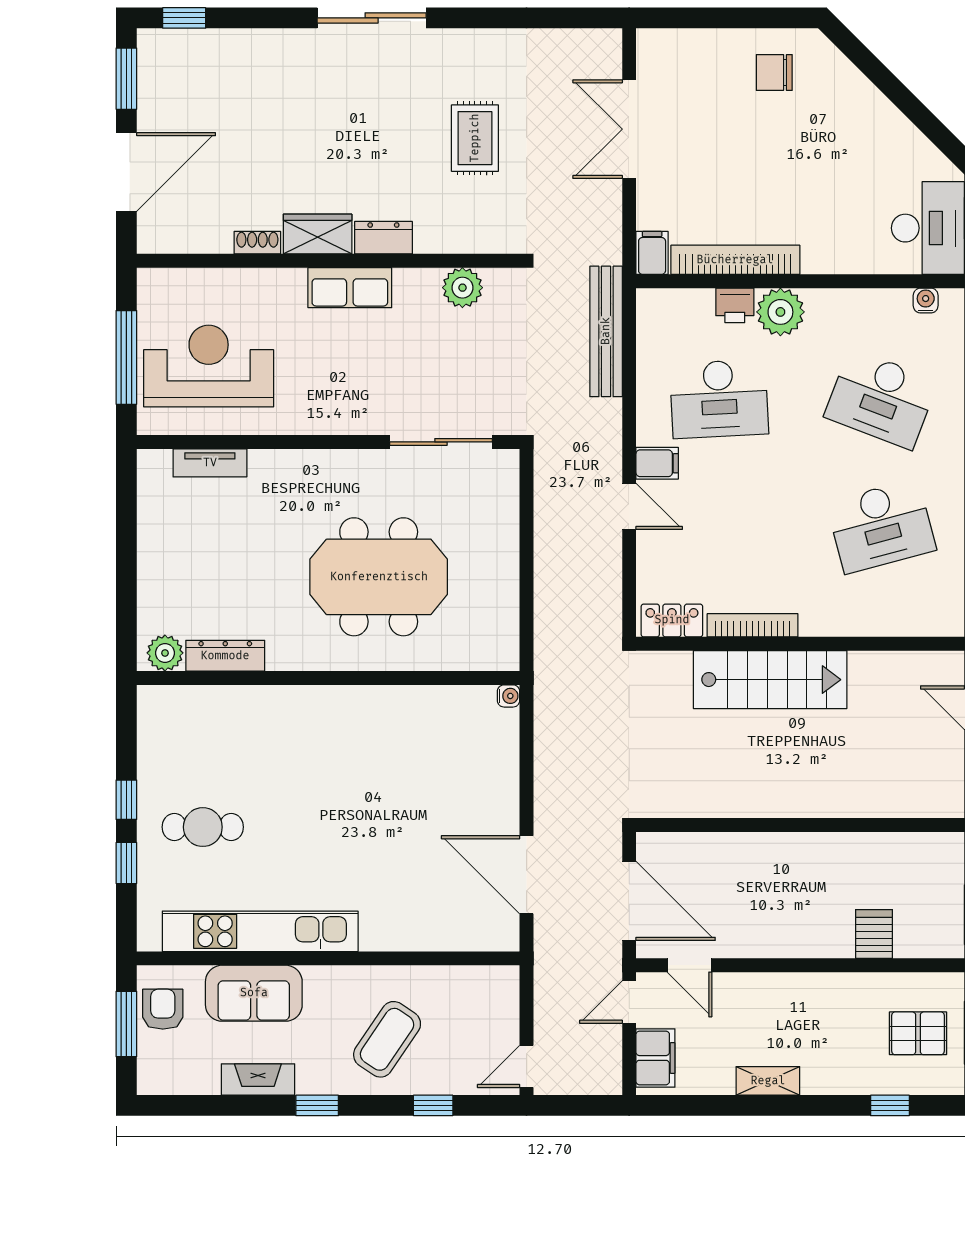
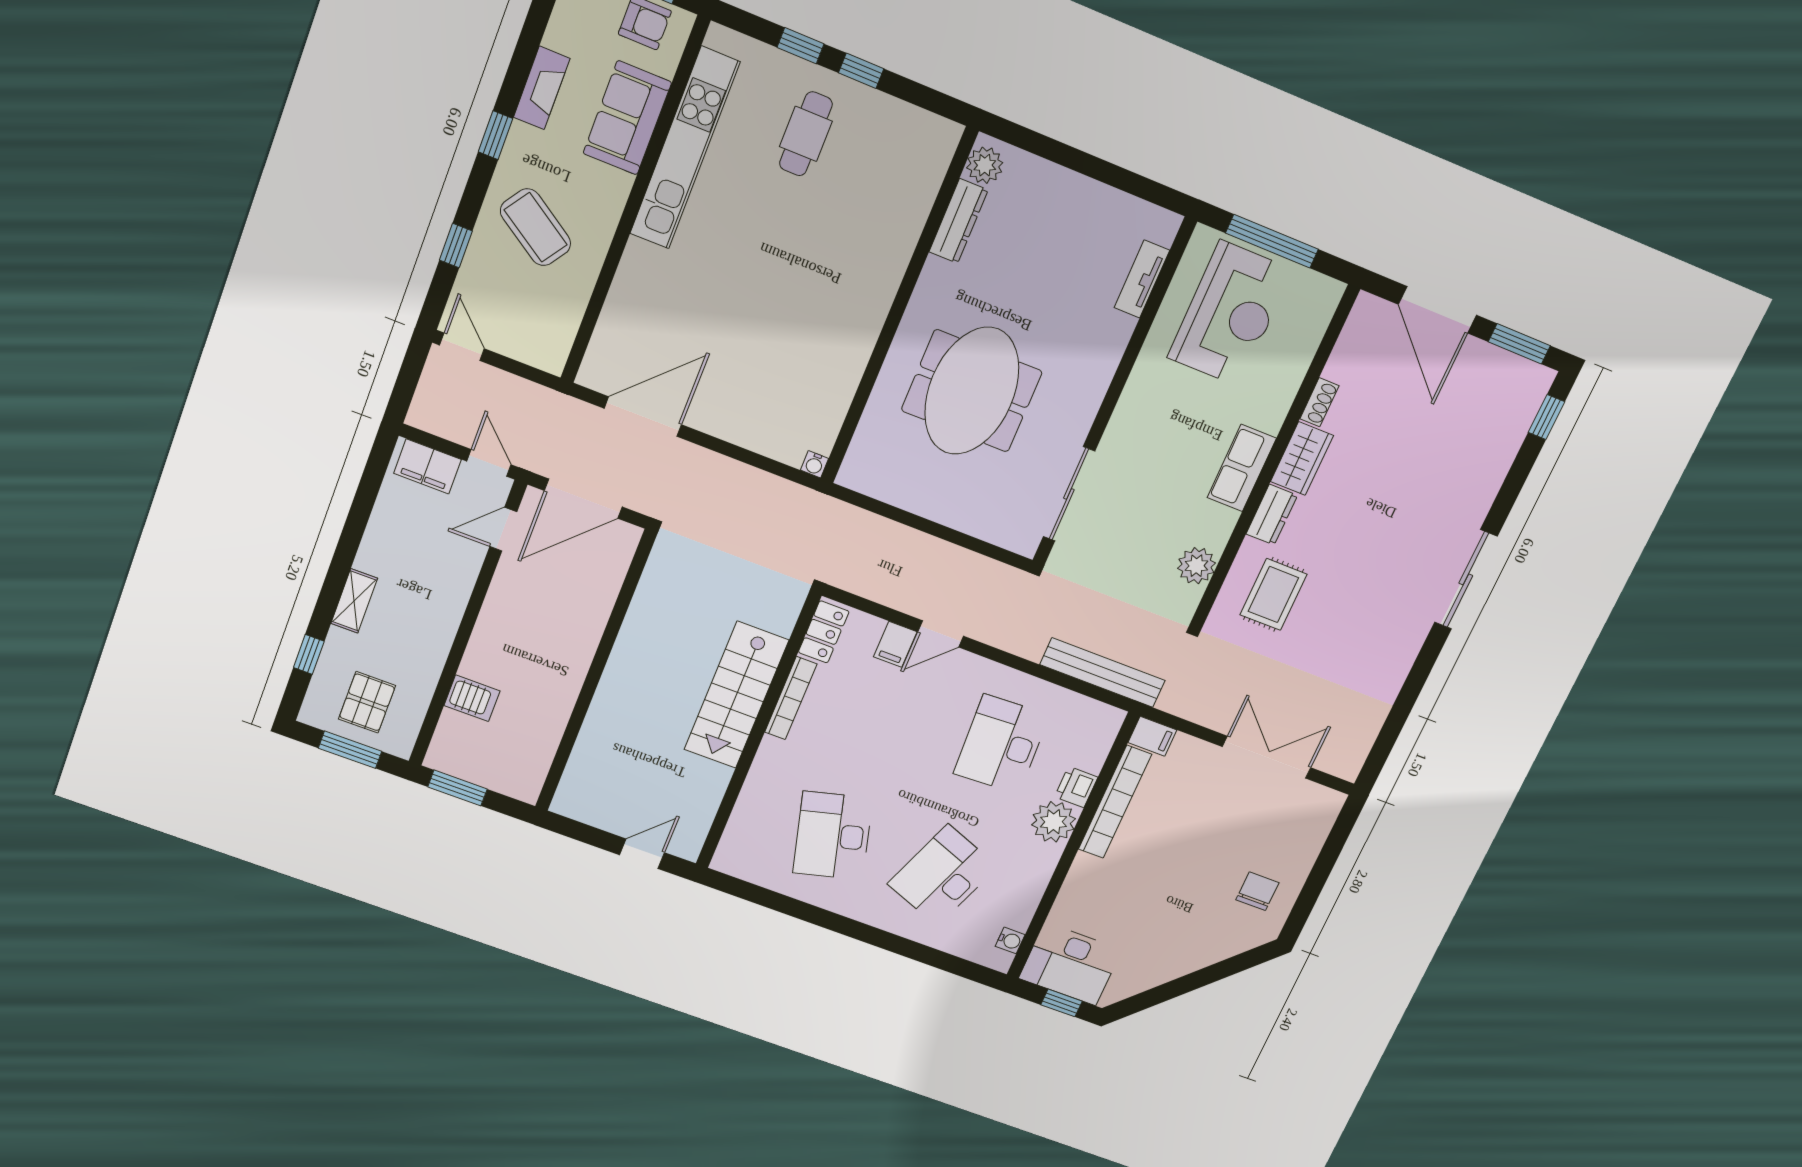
rug: (475, 138) -> (1273, 595), moved, turned 90
filing cabinet: (657, 463) -> (895, 644), moved
shelving: (768, 1081) -> (354, 601), moved

